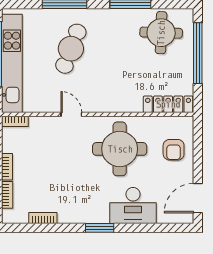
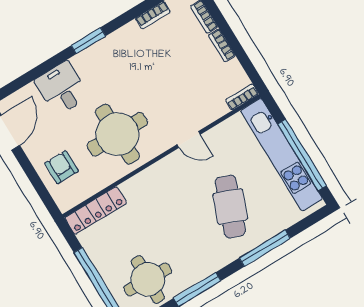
desk: (133, 206) -> (62, 88), width x0.73

